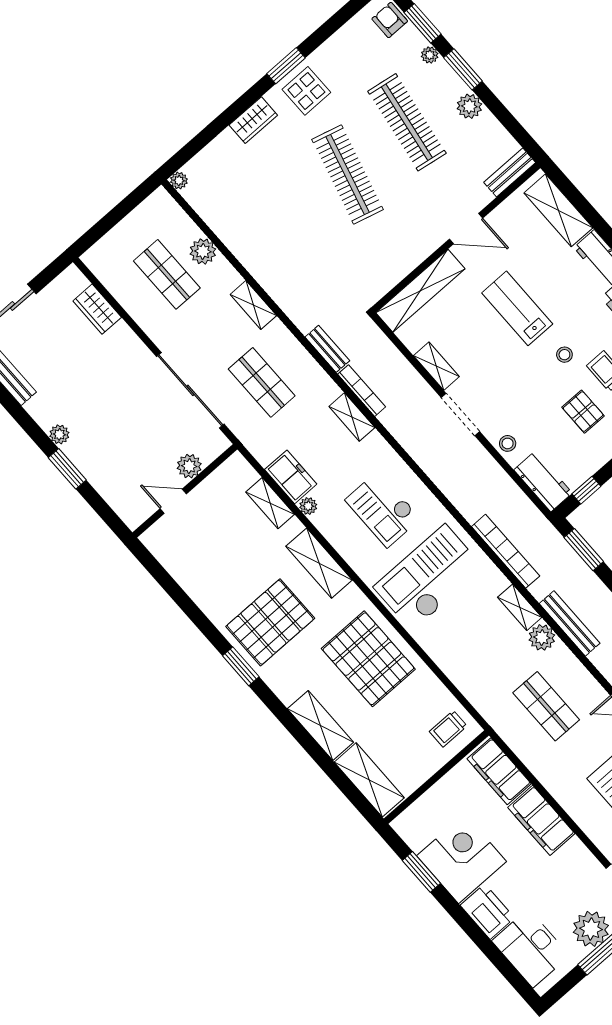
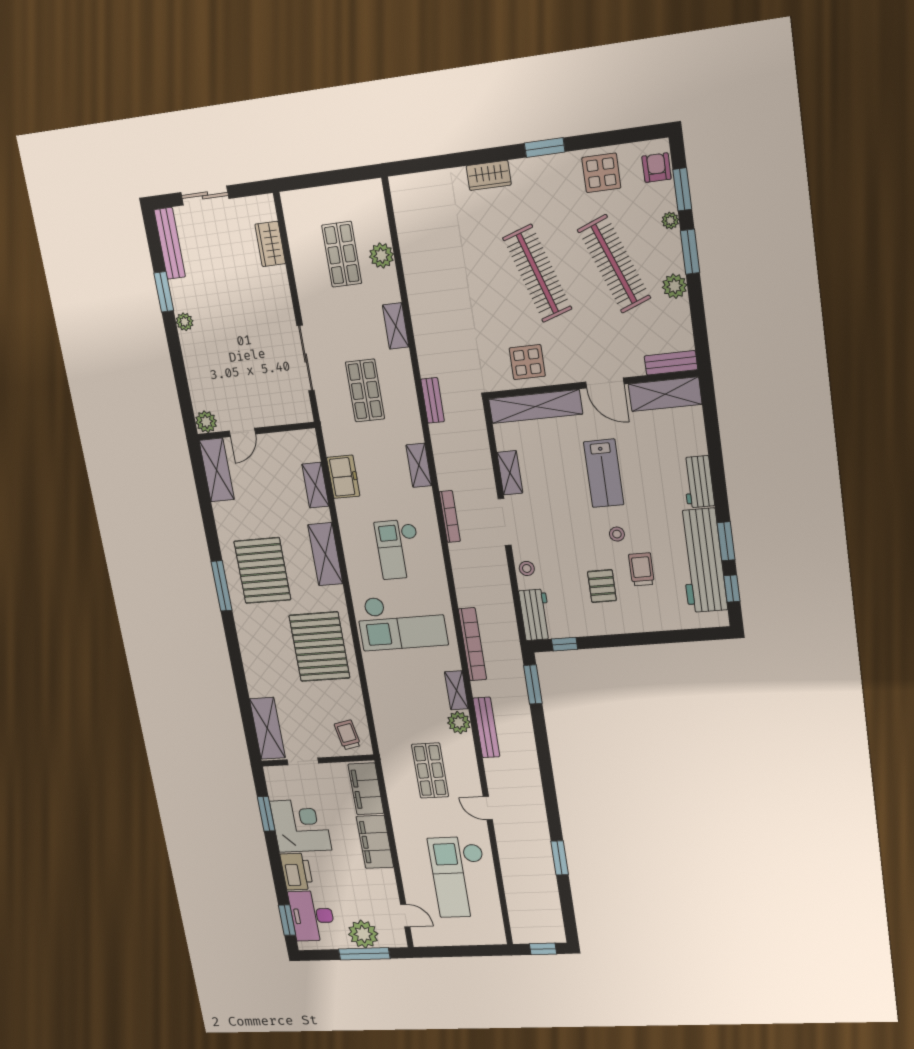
display table: (306, 91) -> (601, 173), moved
clothes rail: (407, 122) -> (614, 264), turned -30
clothes rail: (347, 174) -> (537, 273), turned -33
plant: (179, 181) -> (397, 184), removed
shelving: (558, 210) -> (665, 394), moved, turned 90
display table: (388, 257) -> (527, 362), added
lab bench: (517, 308) -> (604, 473), turned 180
sliding door: (190, 390) -> (306, 358), width x0.73
bookcase: (361, 391) -> (450, 517), moved
plant: (189, 466) -> (206, 422), moved
window: (67, 469) -> (164, 292), moved
door: (173, 501) -> (242, 432), swing flipped
plant: (308, 506) -> (343, 507), removed
checkout: (429, 578) -> (402, 622), turned 180
pallet: (270, 622) -> (262, 570), turned 90
window: (241, 666) -> (221, 586), width x1.44
shelving: (320, 726) -> (217, 470), moved
trolley: (448, 729) -> (347, 735), turned 79
doorway: (423, 789) -> (303, 761), added
window: (510, 973) -> (287, 920), added

